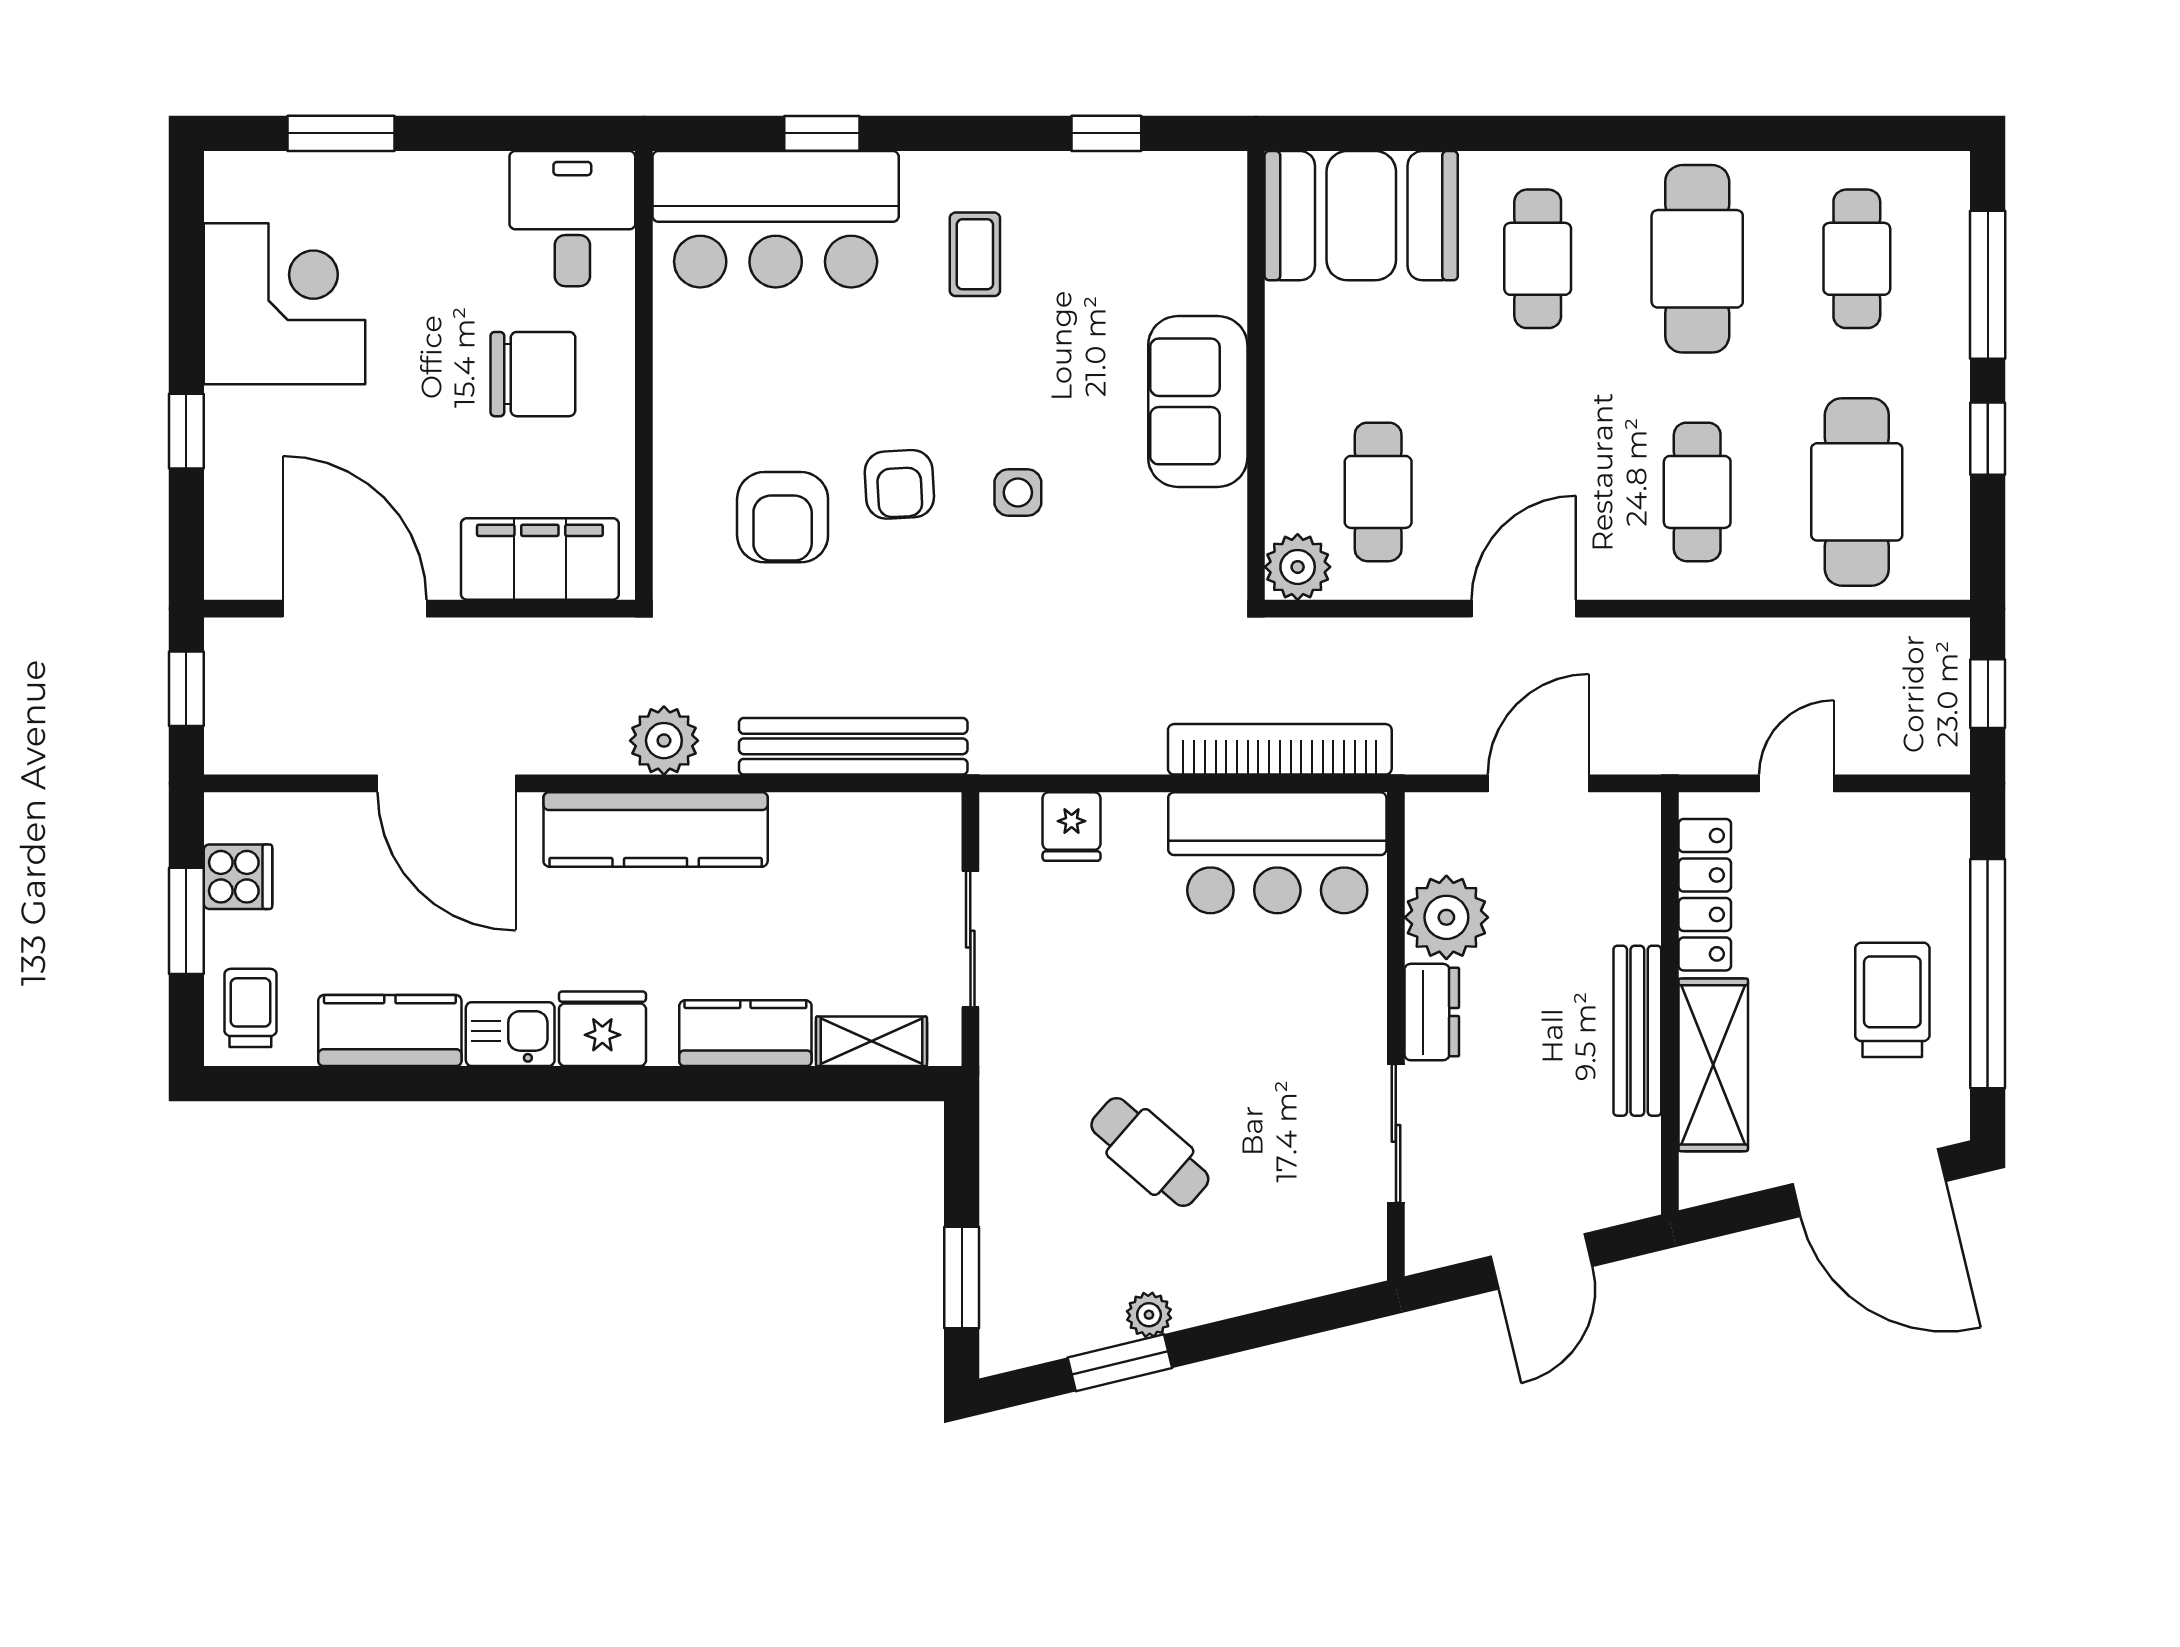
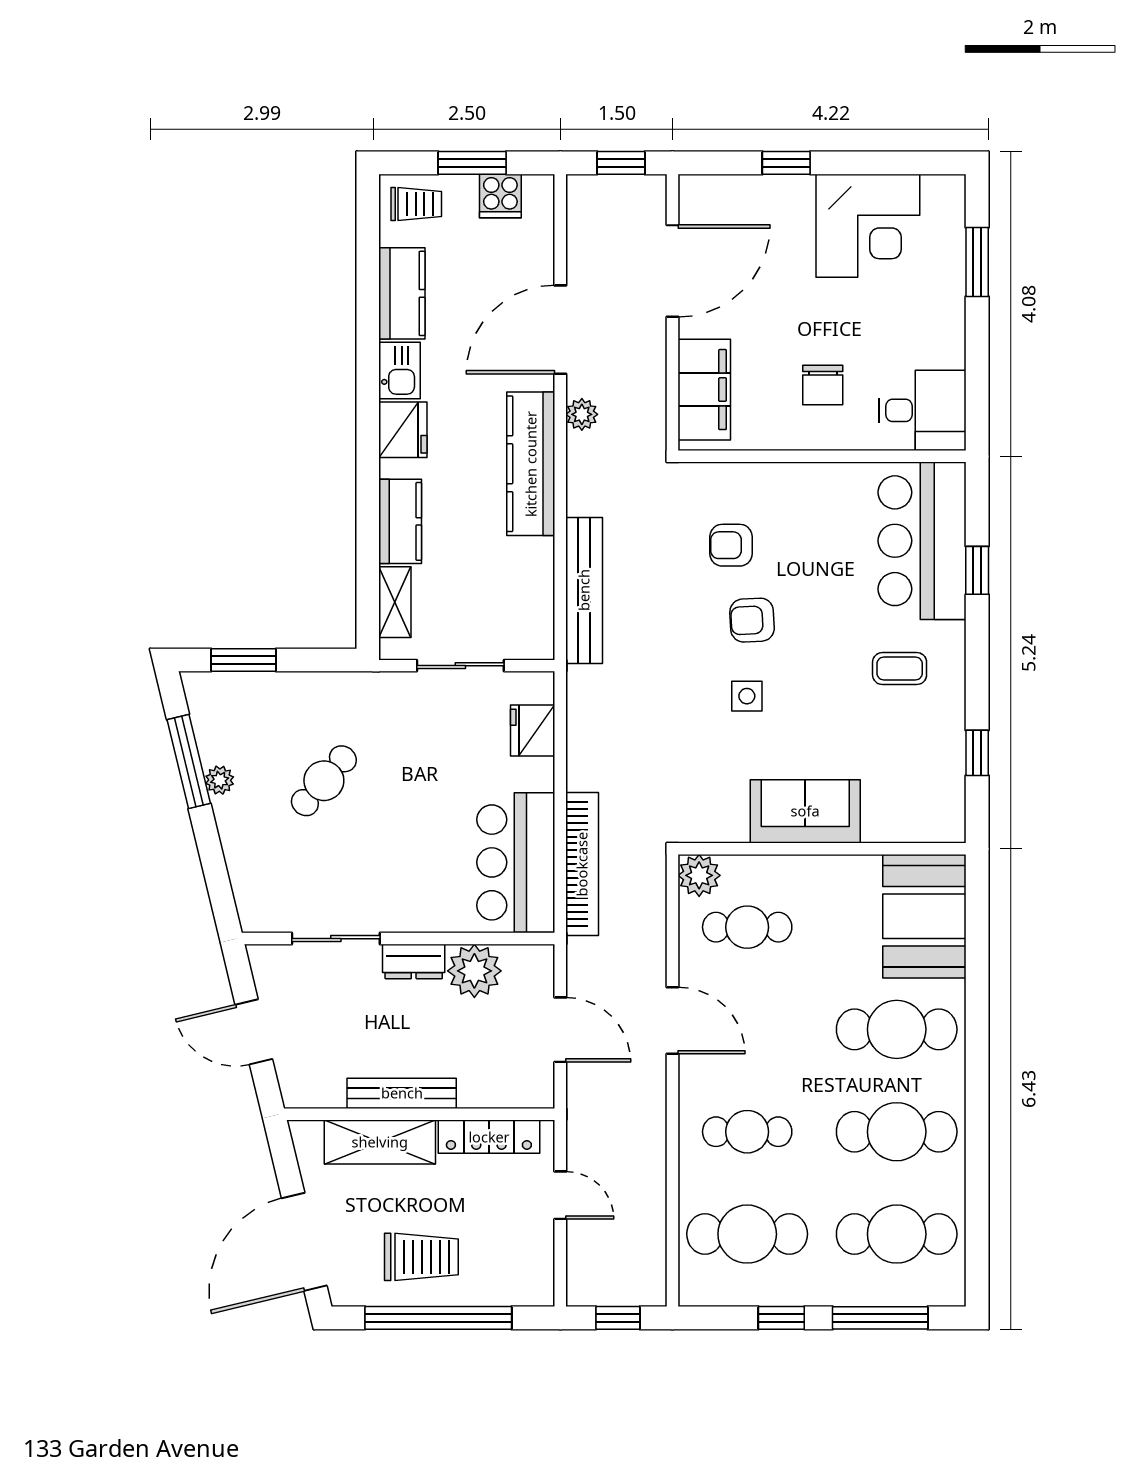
cafe table: (1538, 259) -> (897, 1029), width x1.37, depth x1.35
cafe table: (1857, 259) -> (897, 1234), width x1.37, depth x1.35
chair: (533, 374) -> (823, 385), width x0.73, depth x0.73
armchair: (783, 517) -> (731, 545), width x0.72, depth x0.72
plant: (664, 741) -> (582, 414), moved, width x0.73, depth x0.73
fridge: (1072, 827) -> (533, 730), width x1.38
window: (1120, 1363) -> (189, 762), width x1.44

